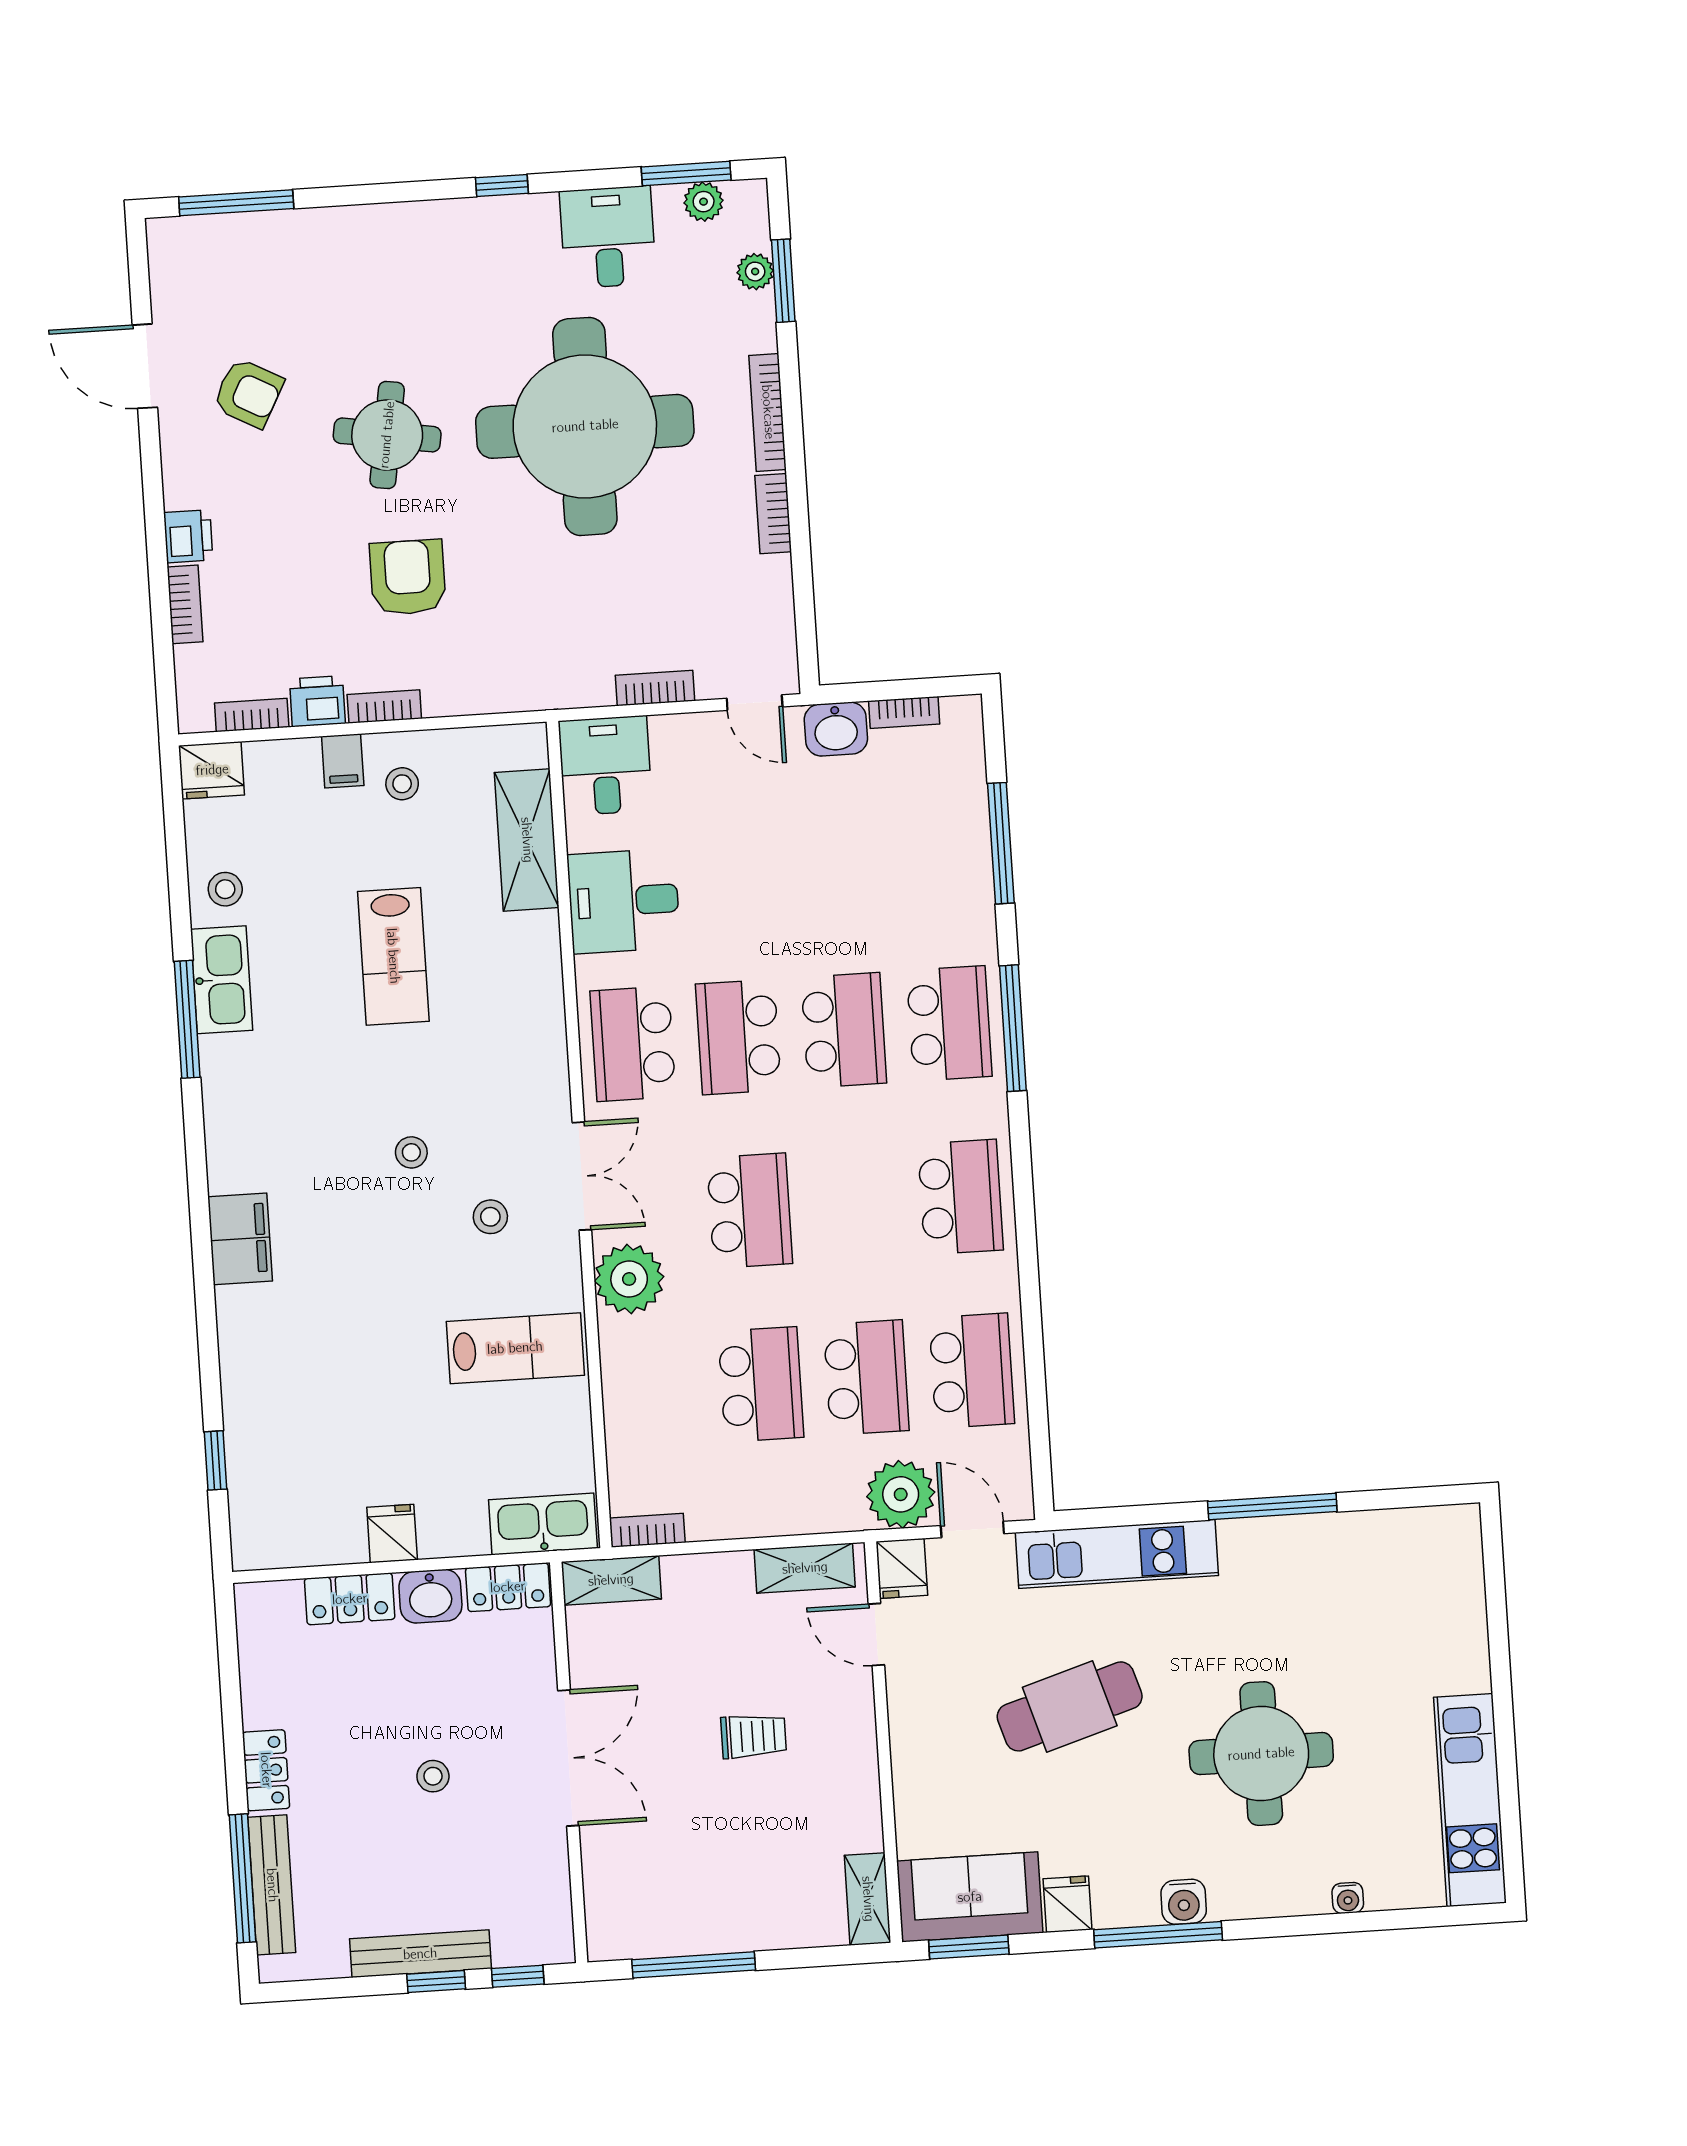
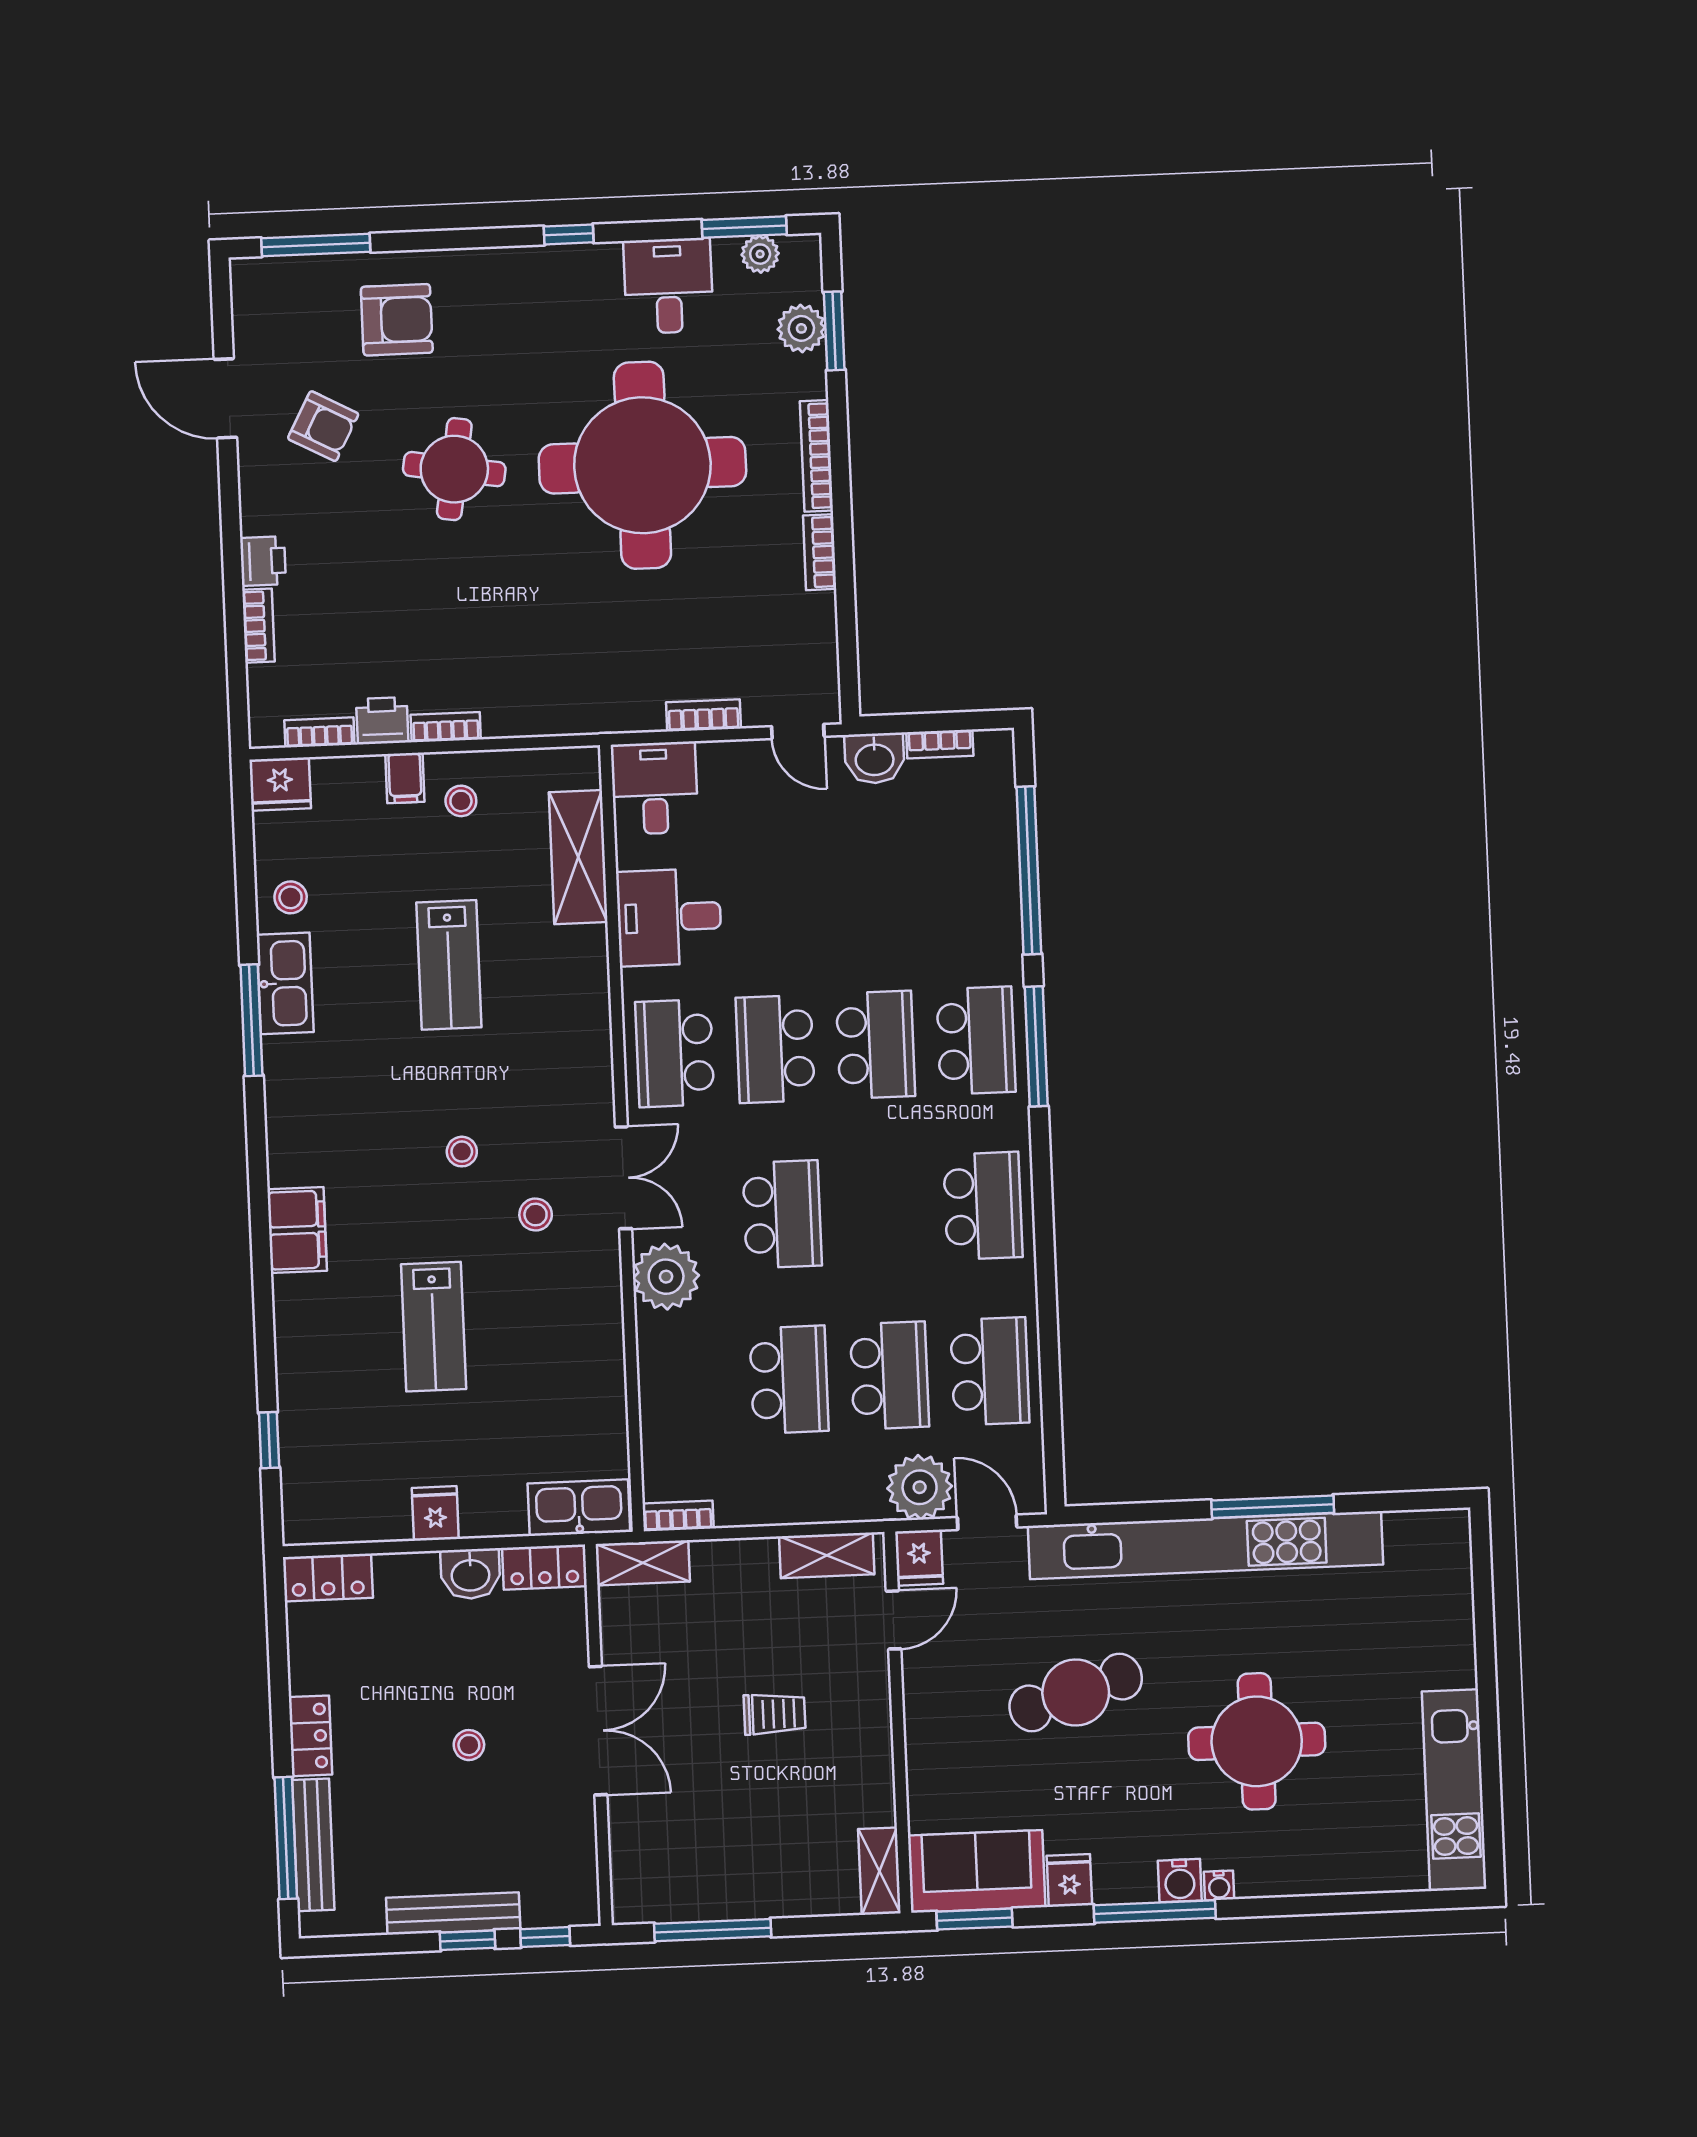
plant: (755, 272) -> (801, 328), width x1.38, depth x1.38
armchair: (408, 577) -> (397, 320), moved, turned 90
window: (1001, 843) -> (1029, 870), width x1.46
lab bench: (515, 1348) -> (434, 1327), moved, turned 90
kitchen unit: (1117, 1554) -> (1205, 1545), width x1.86
locker: (350, 1599) -> (328, 1577), moved
door: (876, 1635) -> (894, 1620), swing flipped
water cooler: (1348, 1898) -> (1219, 1885), moved

